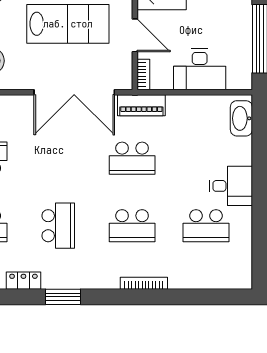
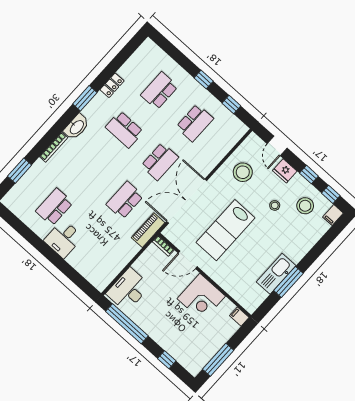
desk: (200, 69) -> (128, 290), moved
washbasin: (241, 118) -> (77, 127), moved, turned 90
school desk: (132, 226) -> (160, 161), moved, turned 180
window: (201, 297) -> (20, 171), added

